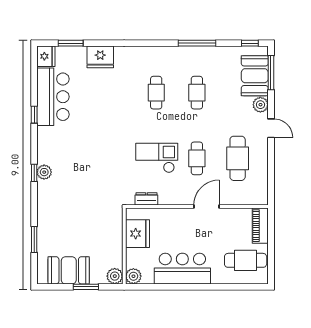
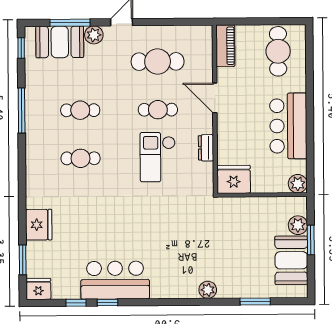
window: (271, 73) -> (70, 23), moved
bar counter: (53, 97) -> (115, 280), moved
plant: (44, 172) -> (208, 290), moved
window: (34, 173) -> (76, 303), moved
dresser: (146, 199) -> (206, 148), moved
piano: (260, 226) -> (225, 46), moved, turned -90
fridge: (137, 234) -> (234, 179), moved
plant: (115, 276) -> (298, 225), moved

